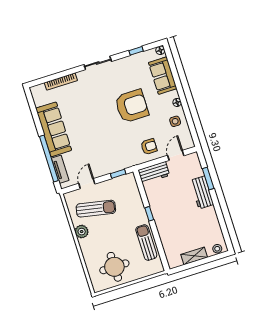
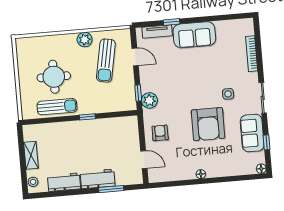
sofa: (163, 76) -> (252, 133), moved, turned -90
side table: (175, 121) -> (228, 94), moved
sofa: (54, 129) -> (194, 35), width x0.73
armchair: (149, 147) -> (160, 133), turned 180
window: (49, 158) -> (171, 22), width x0.32
plant: (122, 162) -> (149, 100), added
workbench: (154, 173) -> (64, 182), moved, turned 90
round table: (114, 267) -> (54, 77), moved

